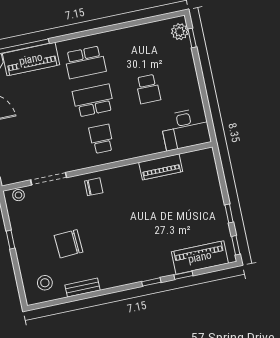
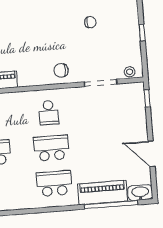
school desk: (93, 101) -> (51, 148), turned 180
chair: (69, 244) -> (90, 22), width x0.54, depth x0.54

